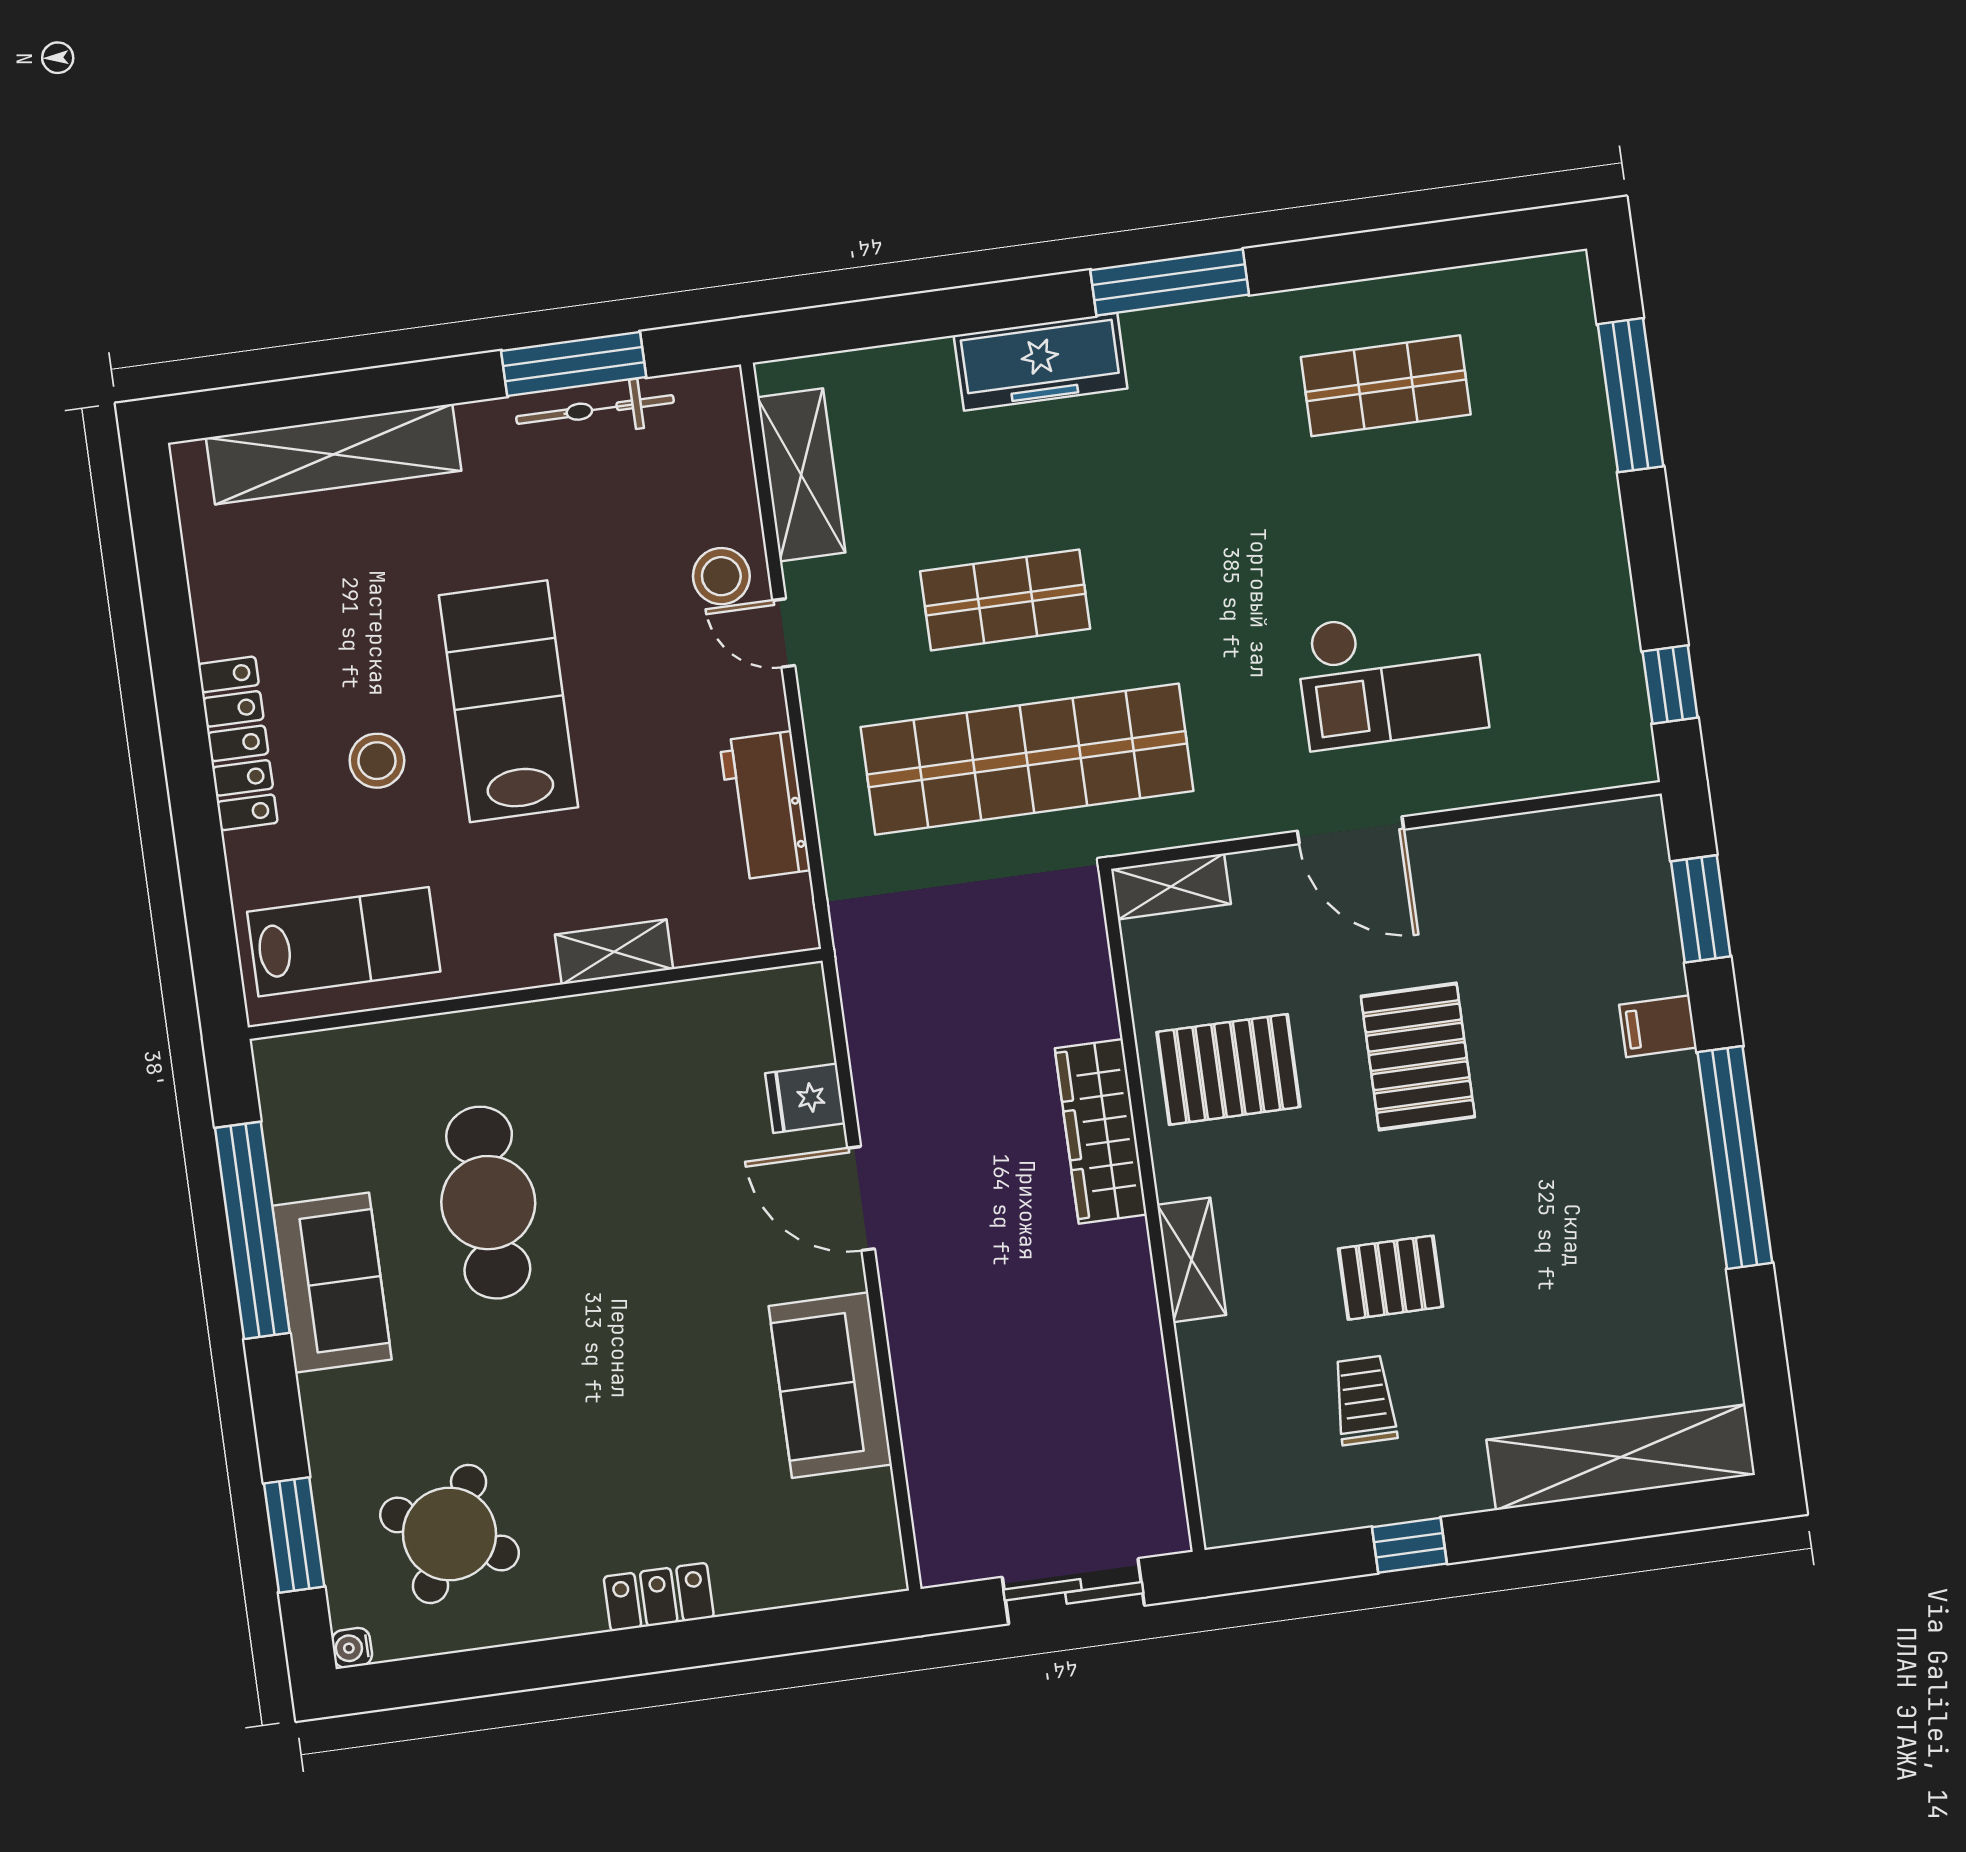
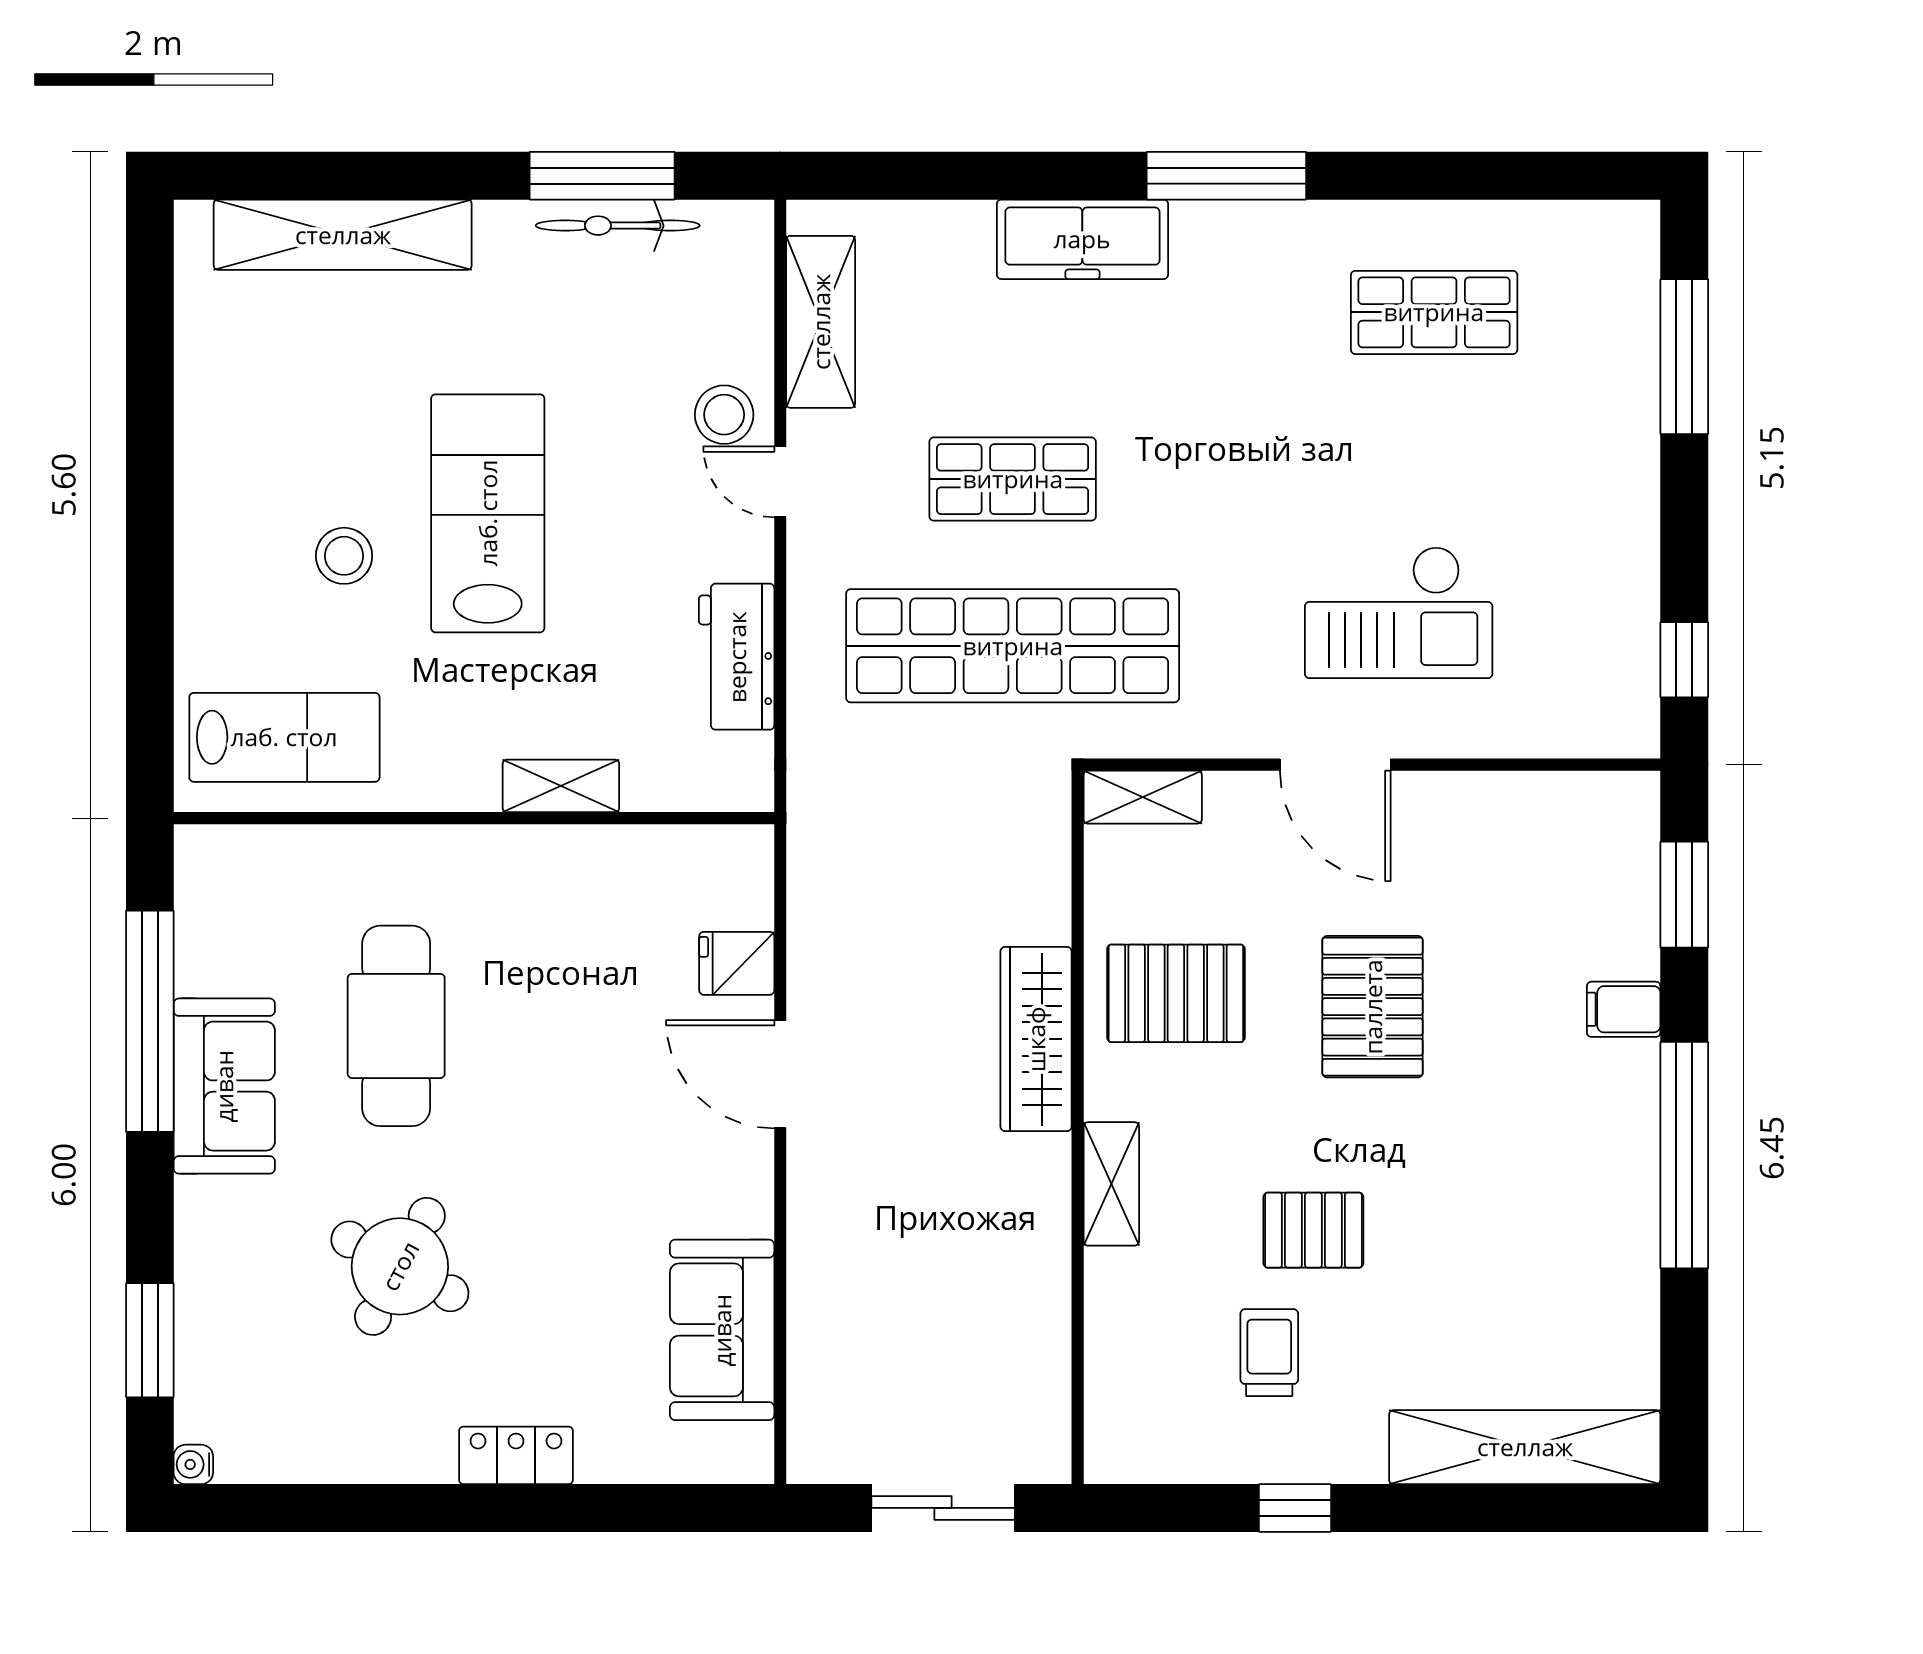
locker: (238, 743) -> (203, 519), removed
sofa: (830, 1385) -> (722, 1330), moved
round table: (450, 1534) -> (400, 1266), moved

